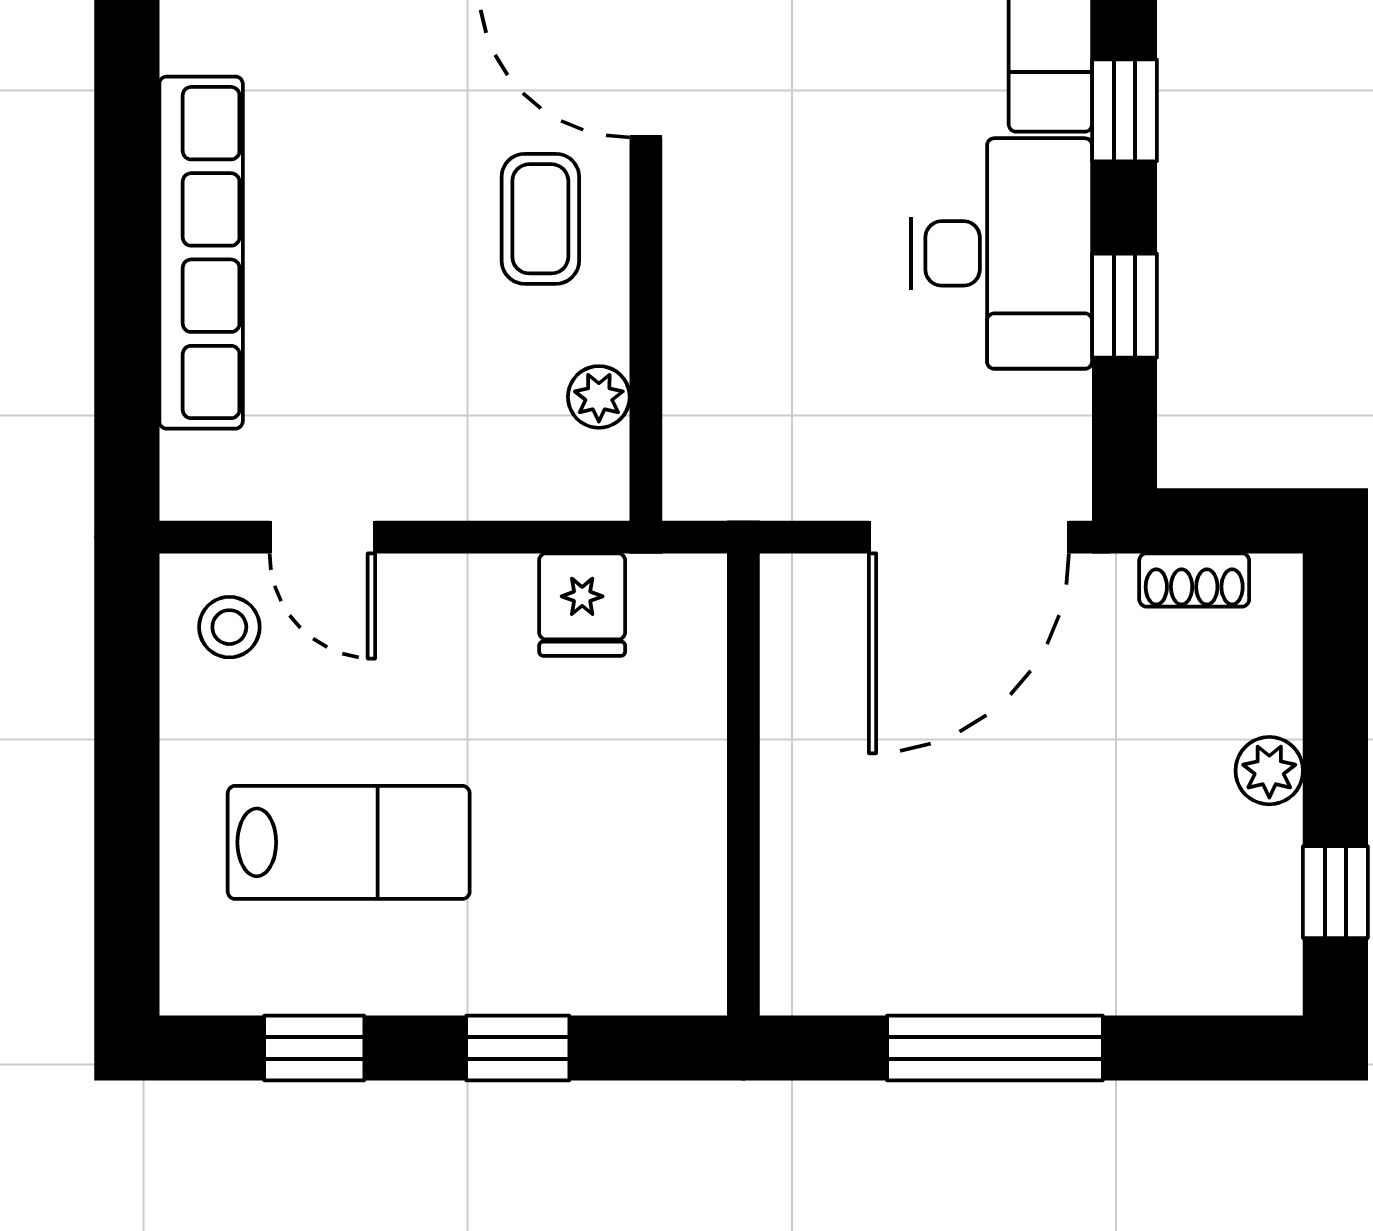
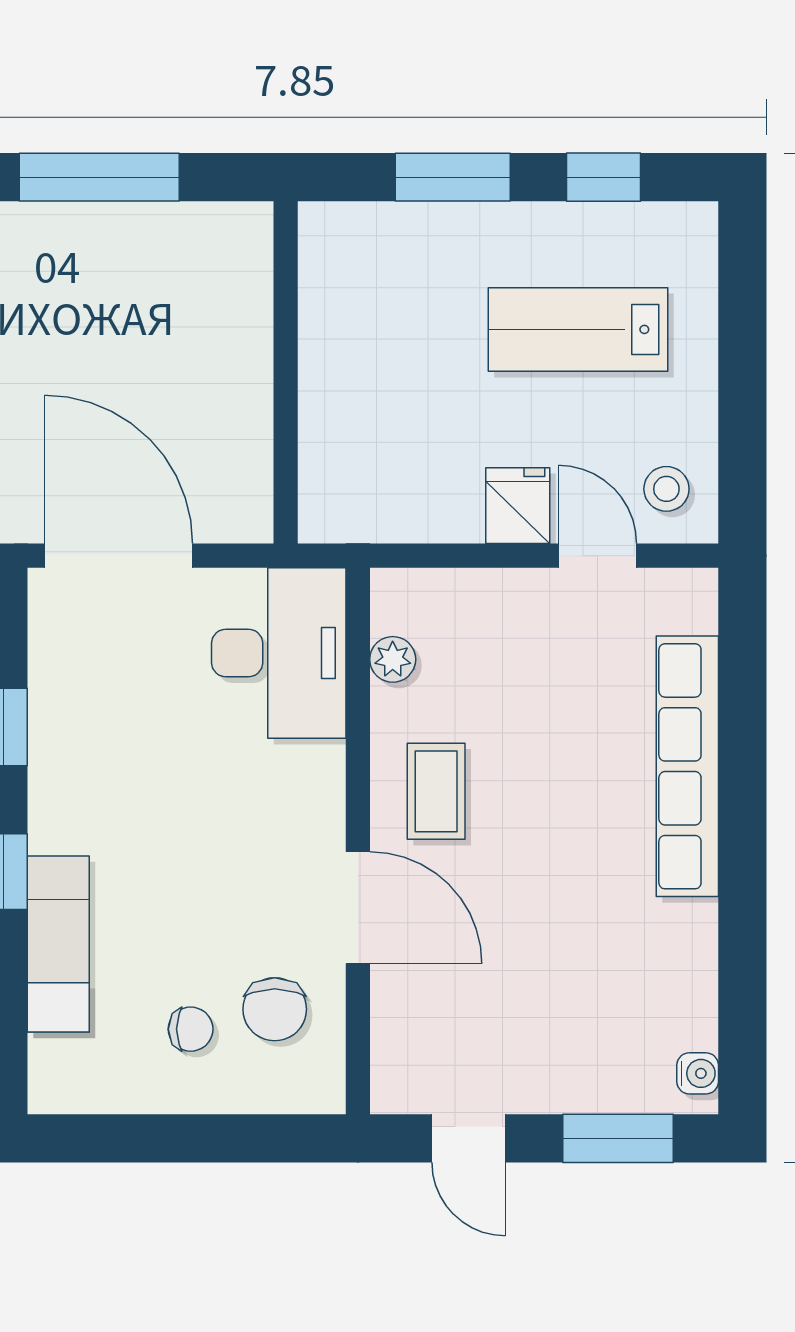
desk: (1002, 253) -> (279, 653), moved, turned 180
door: (969, 537) -> (119, 556), hinge flipped
fridge: (582, 605) -> (518, 506), moved
window: (518, 1048) -> (453, 177), width x1.50

